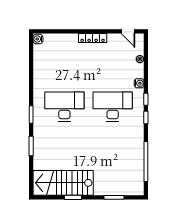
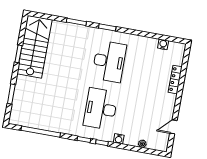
door: (128, 31) -> (173, 127), moved
locker: (93, 38) -> (175, 80), moved
water cooler: (38, 39) -> (163, 44), moved
desk: (113, 106) -> (101, 109), turned 180

